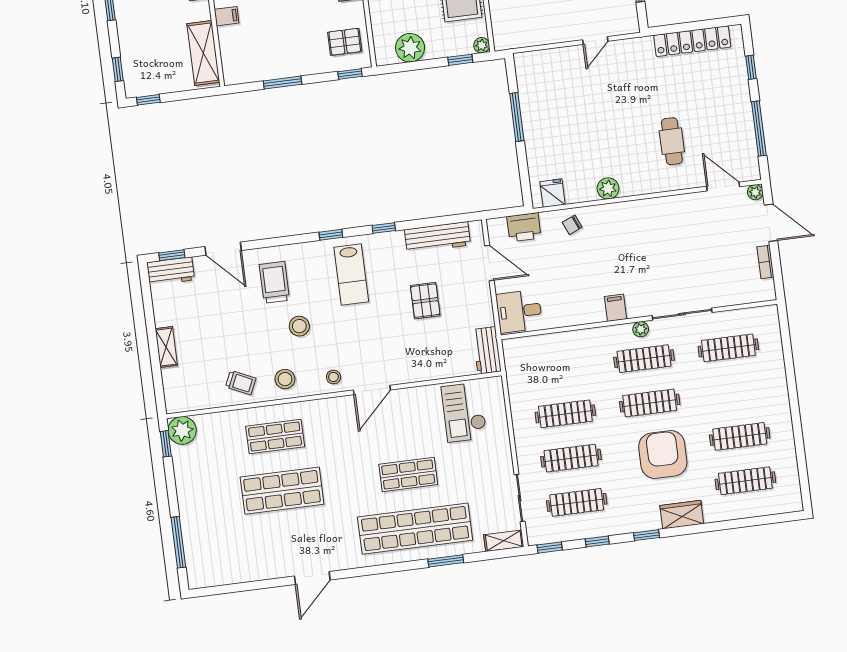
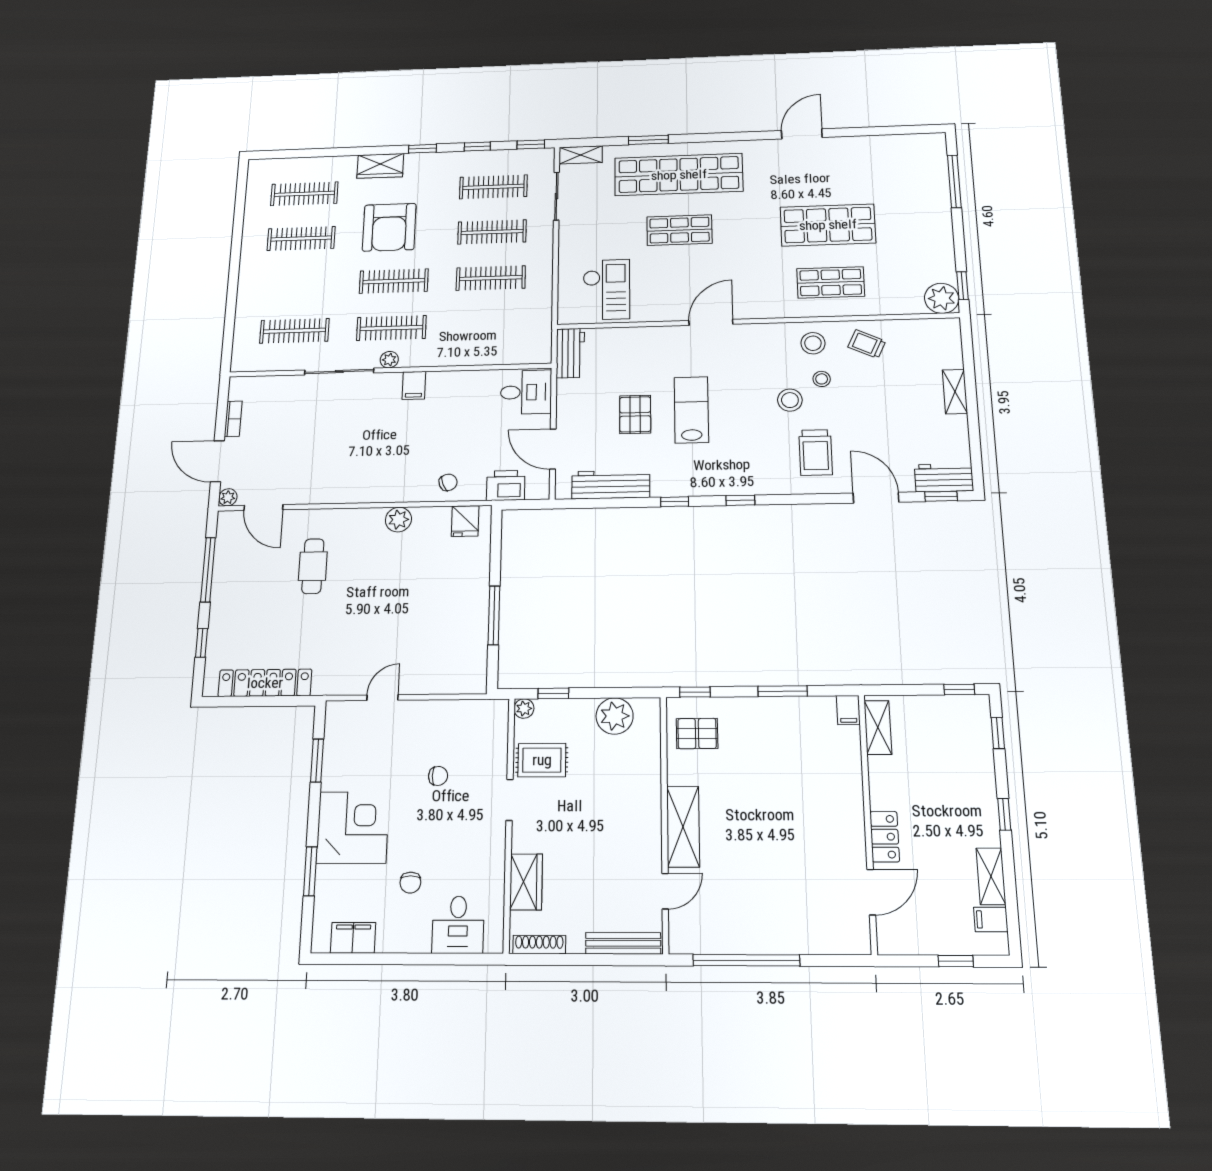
filing cabinet: (227, 16) -> (848, 710), moved, turned -90
shelving: (203, 53) -> (878, 727), width x0.67, depth x0.75
lab bench: (351, 275) -> (691, 410), moved
stool: (333, 377) -> (822, 379), moved

